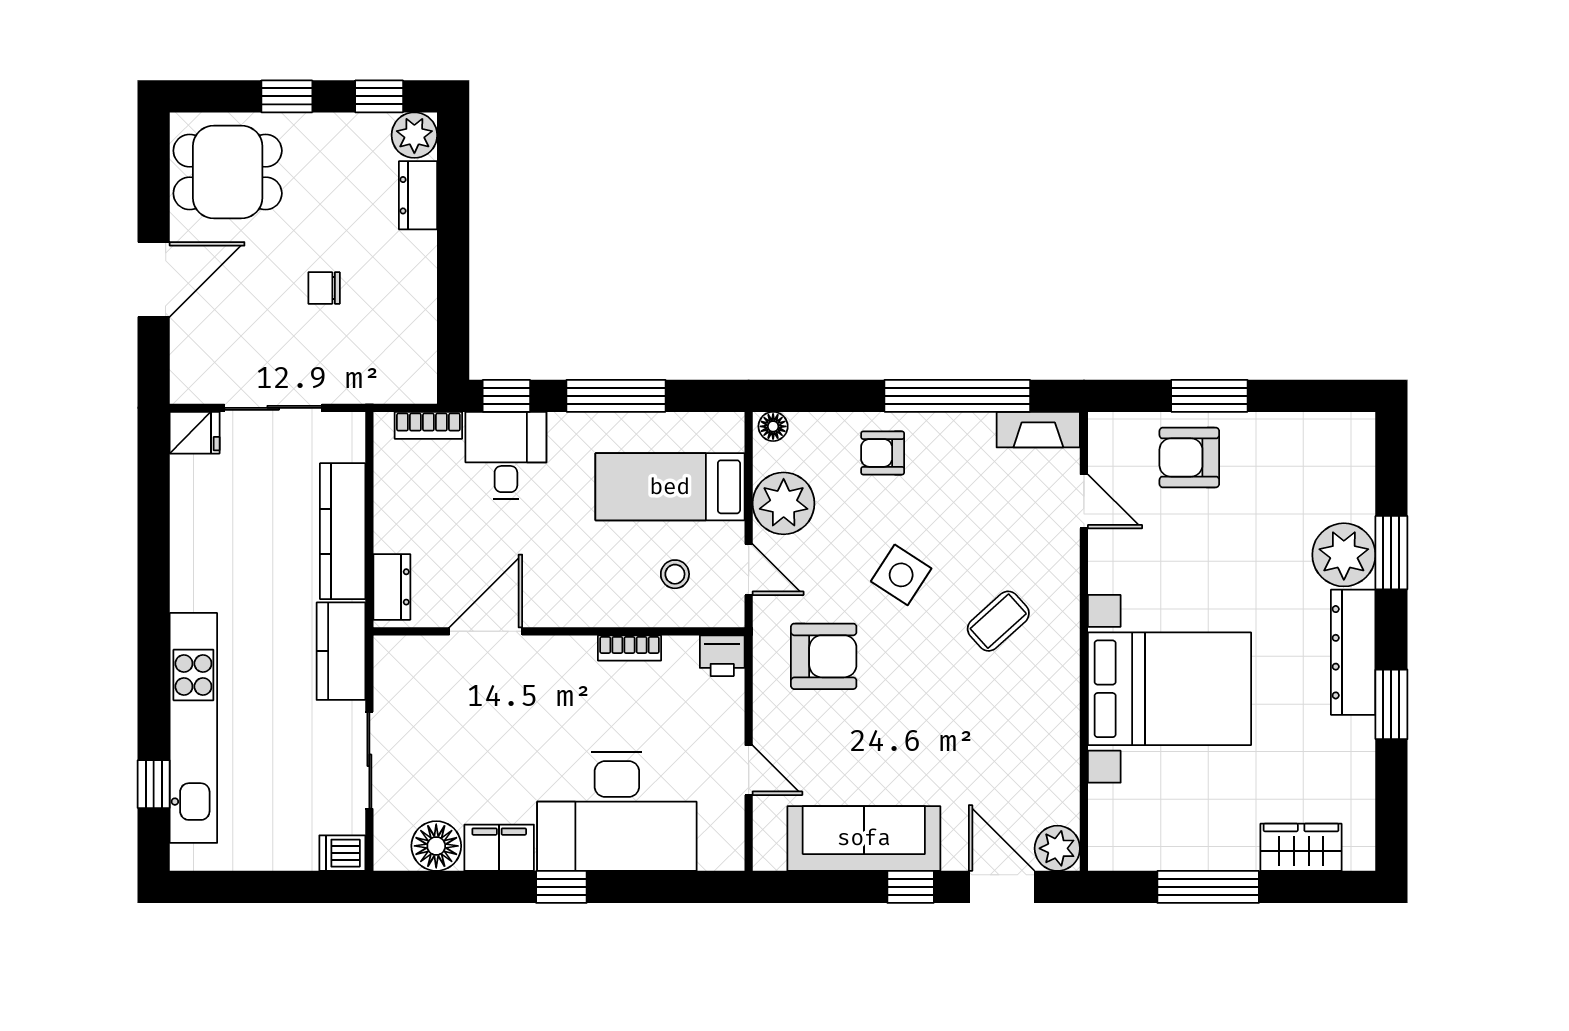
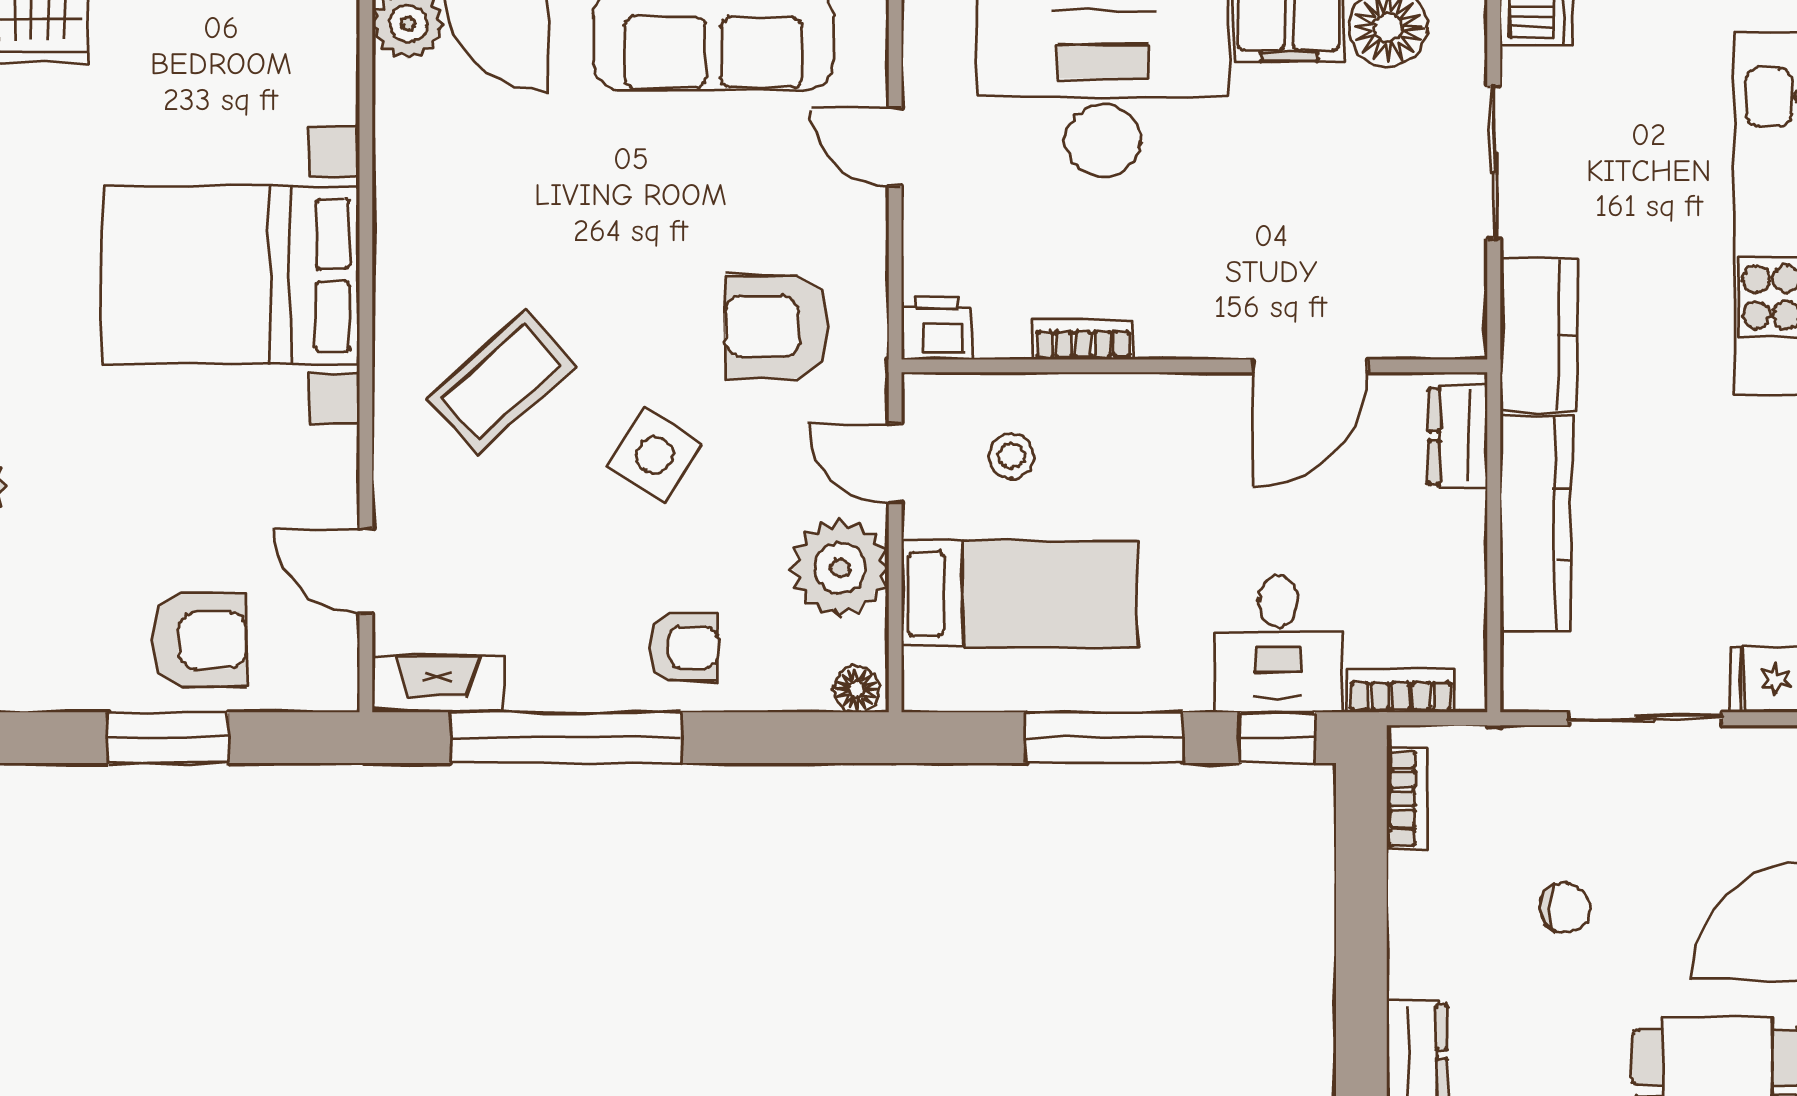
bookcase: (424, 357) -> (1407, 799), added
coffee table: (998, 621) -> (501, 382), width x1.36, depth x1.30

